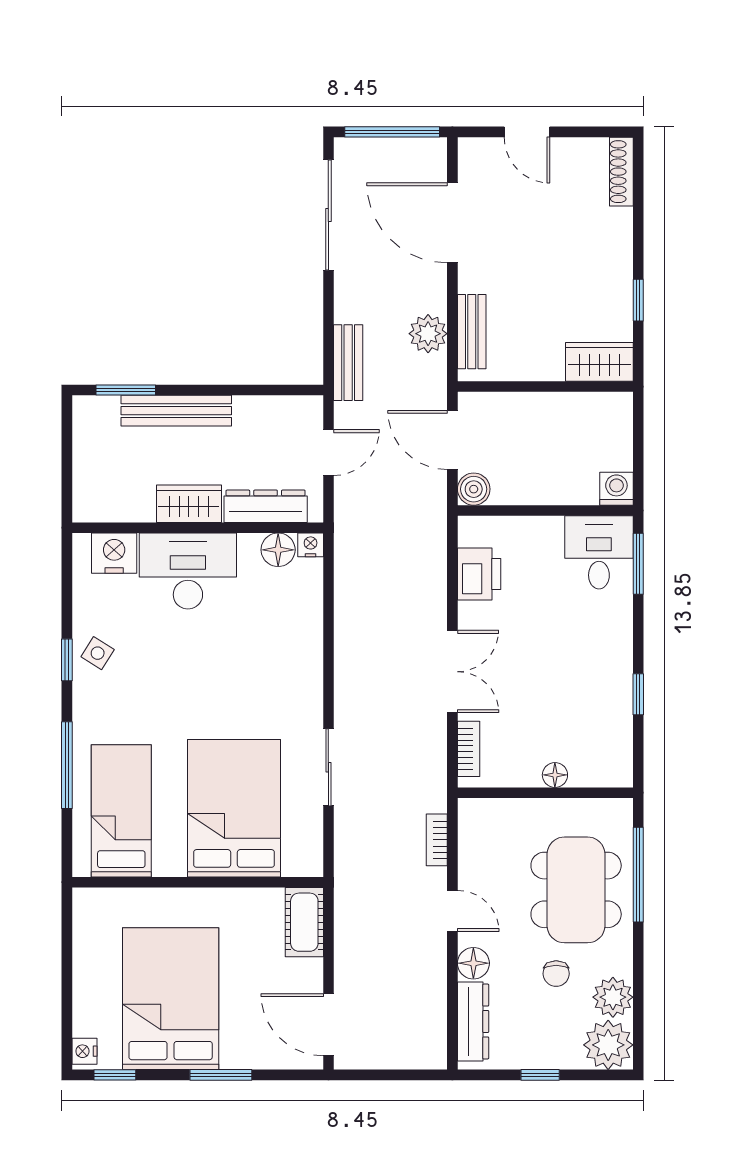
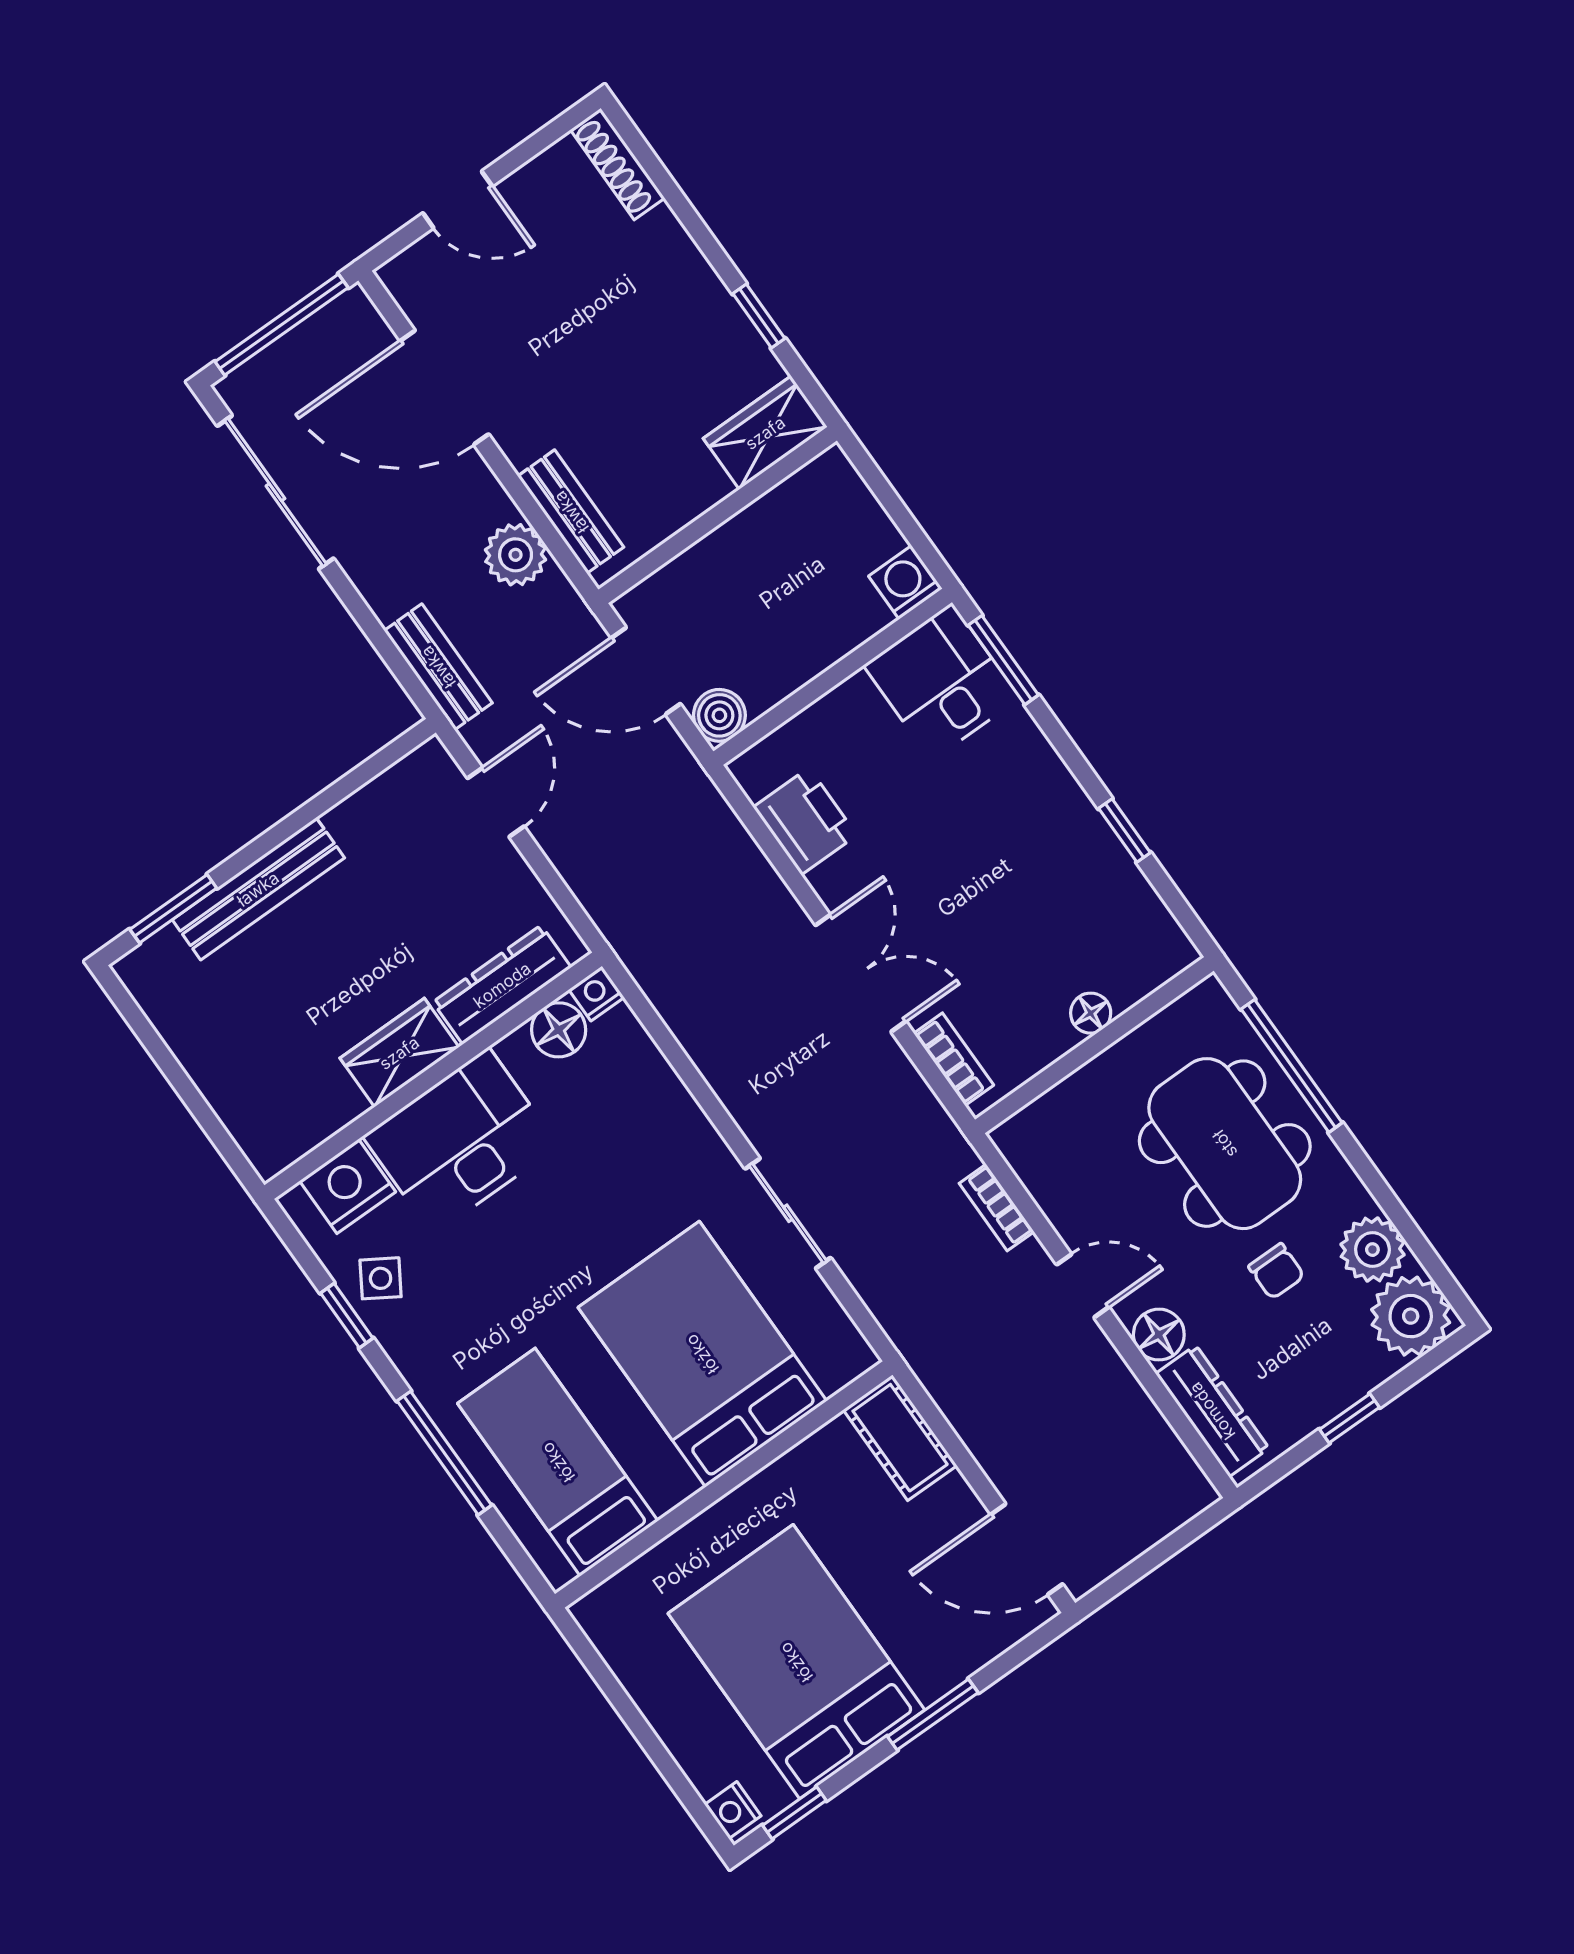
wardrobe: (189, 504) -> (399, 1053), moved
dresser: (266, 506) -> (502, 985), moved
wall: (198, 528) -> (433, 1076), moved
nightstand: (311, 545) -> (596, 993), moved
floor lamp: (278, 550) -> (559, 1030), moved
nightstand: (114, 553) -> (348, 1186), moved
desk: (188, 571) -> (461, 1141), moved

